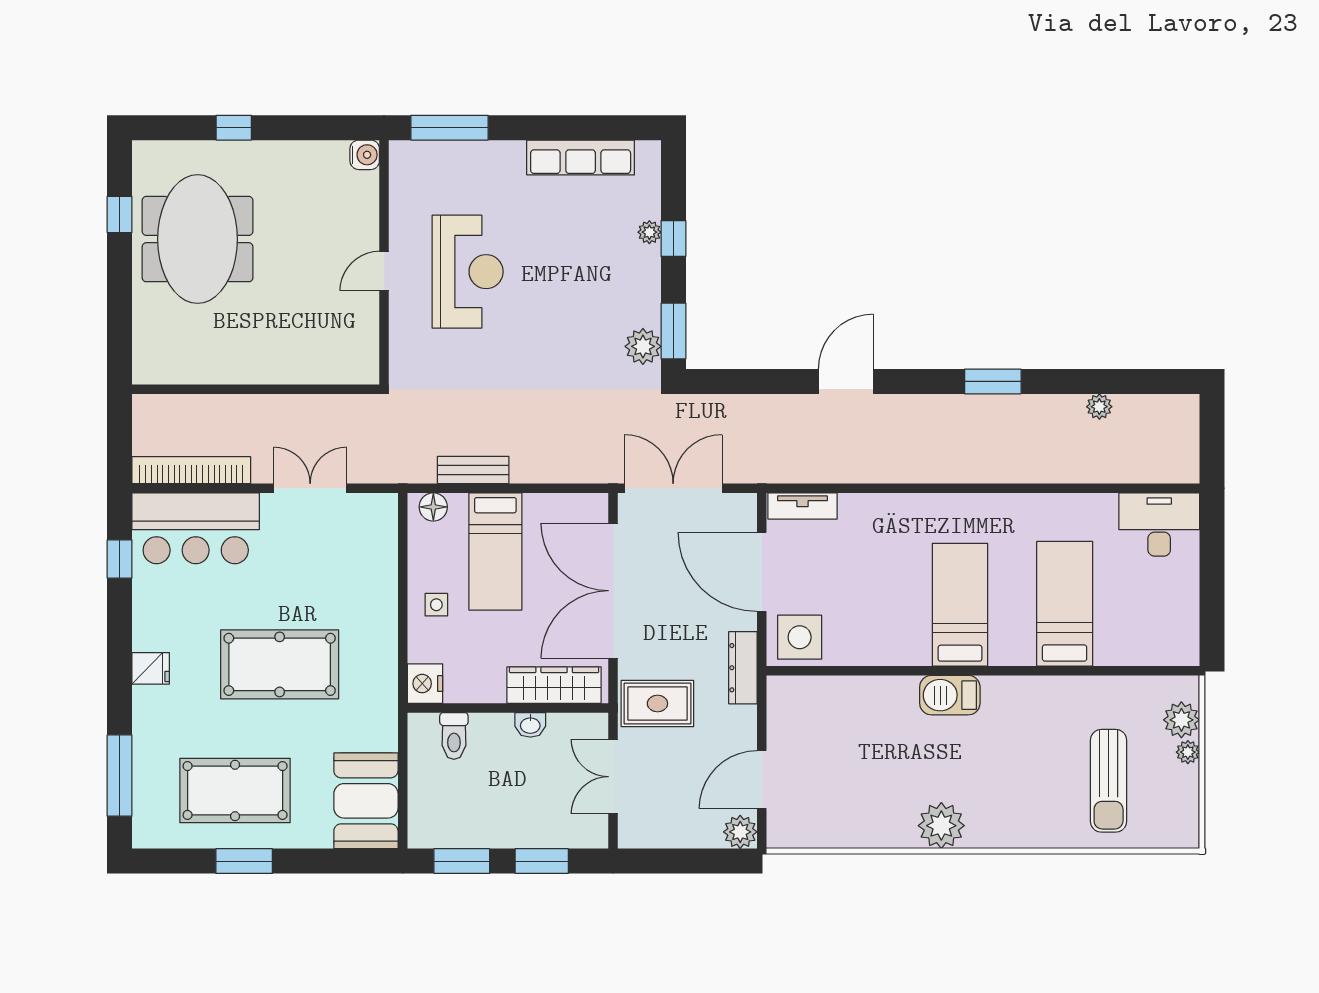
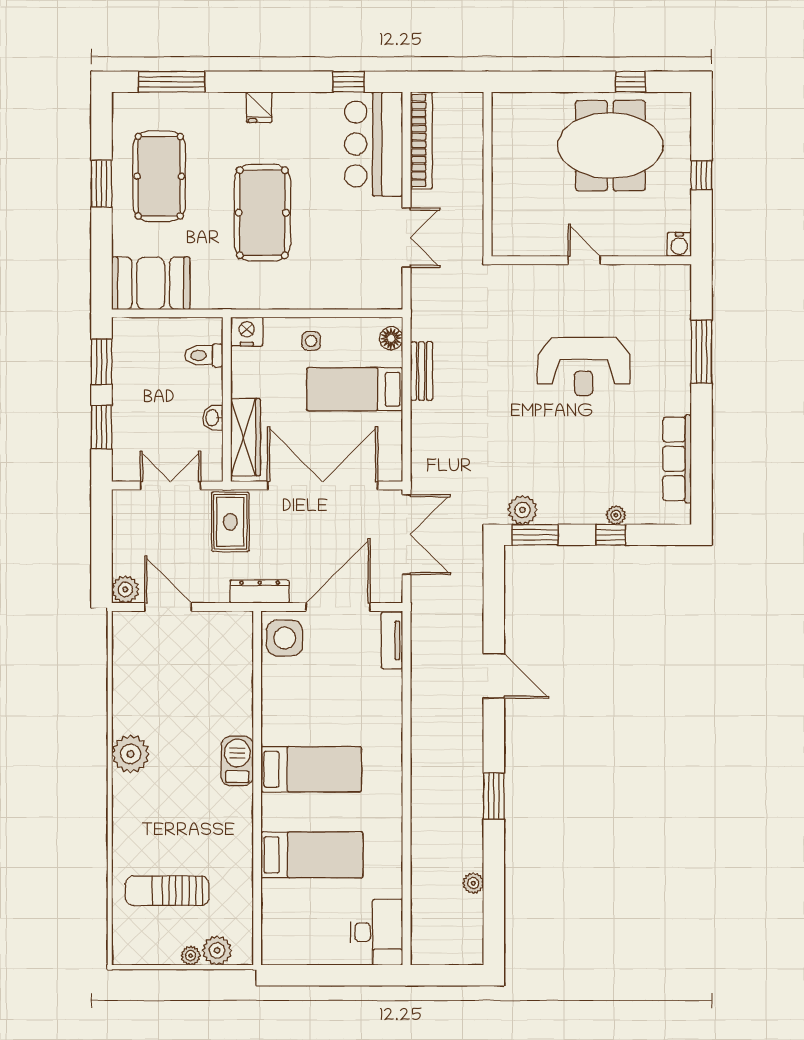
water cooler: (365, 155) -> (679, 244), moved
wall: (384, 262) -> (591, 260), moved
door: (384, 271) -> (584, 260), moved

